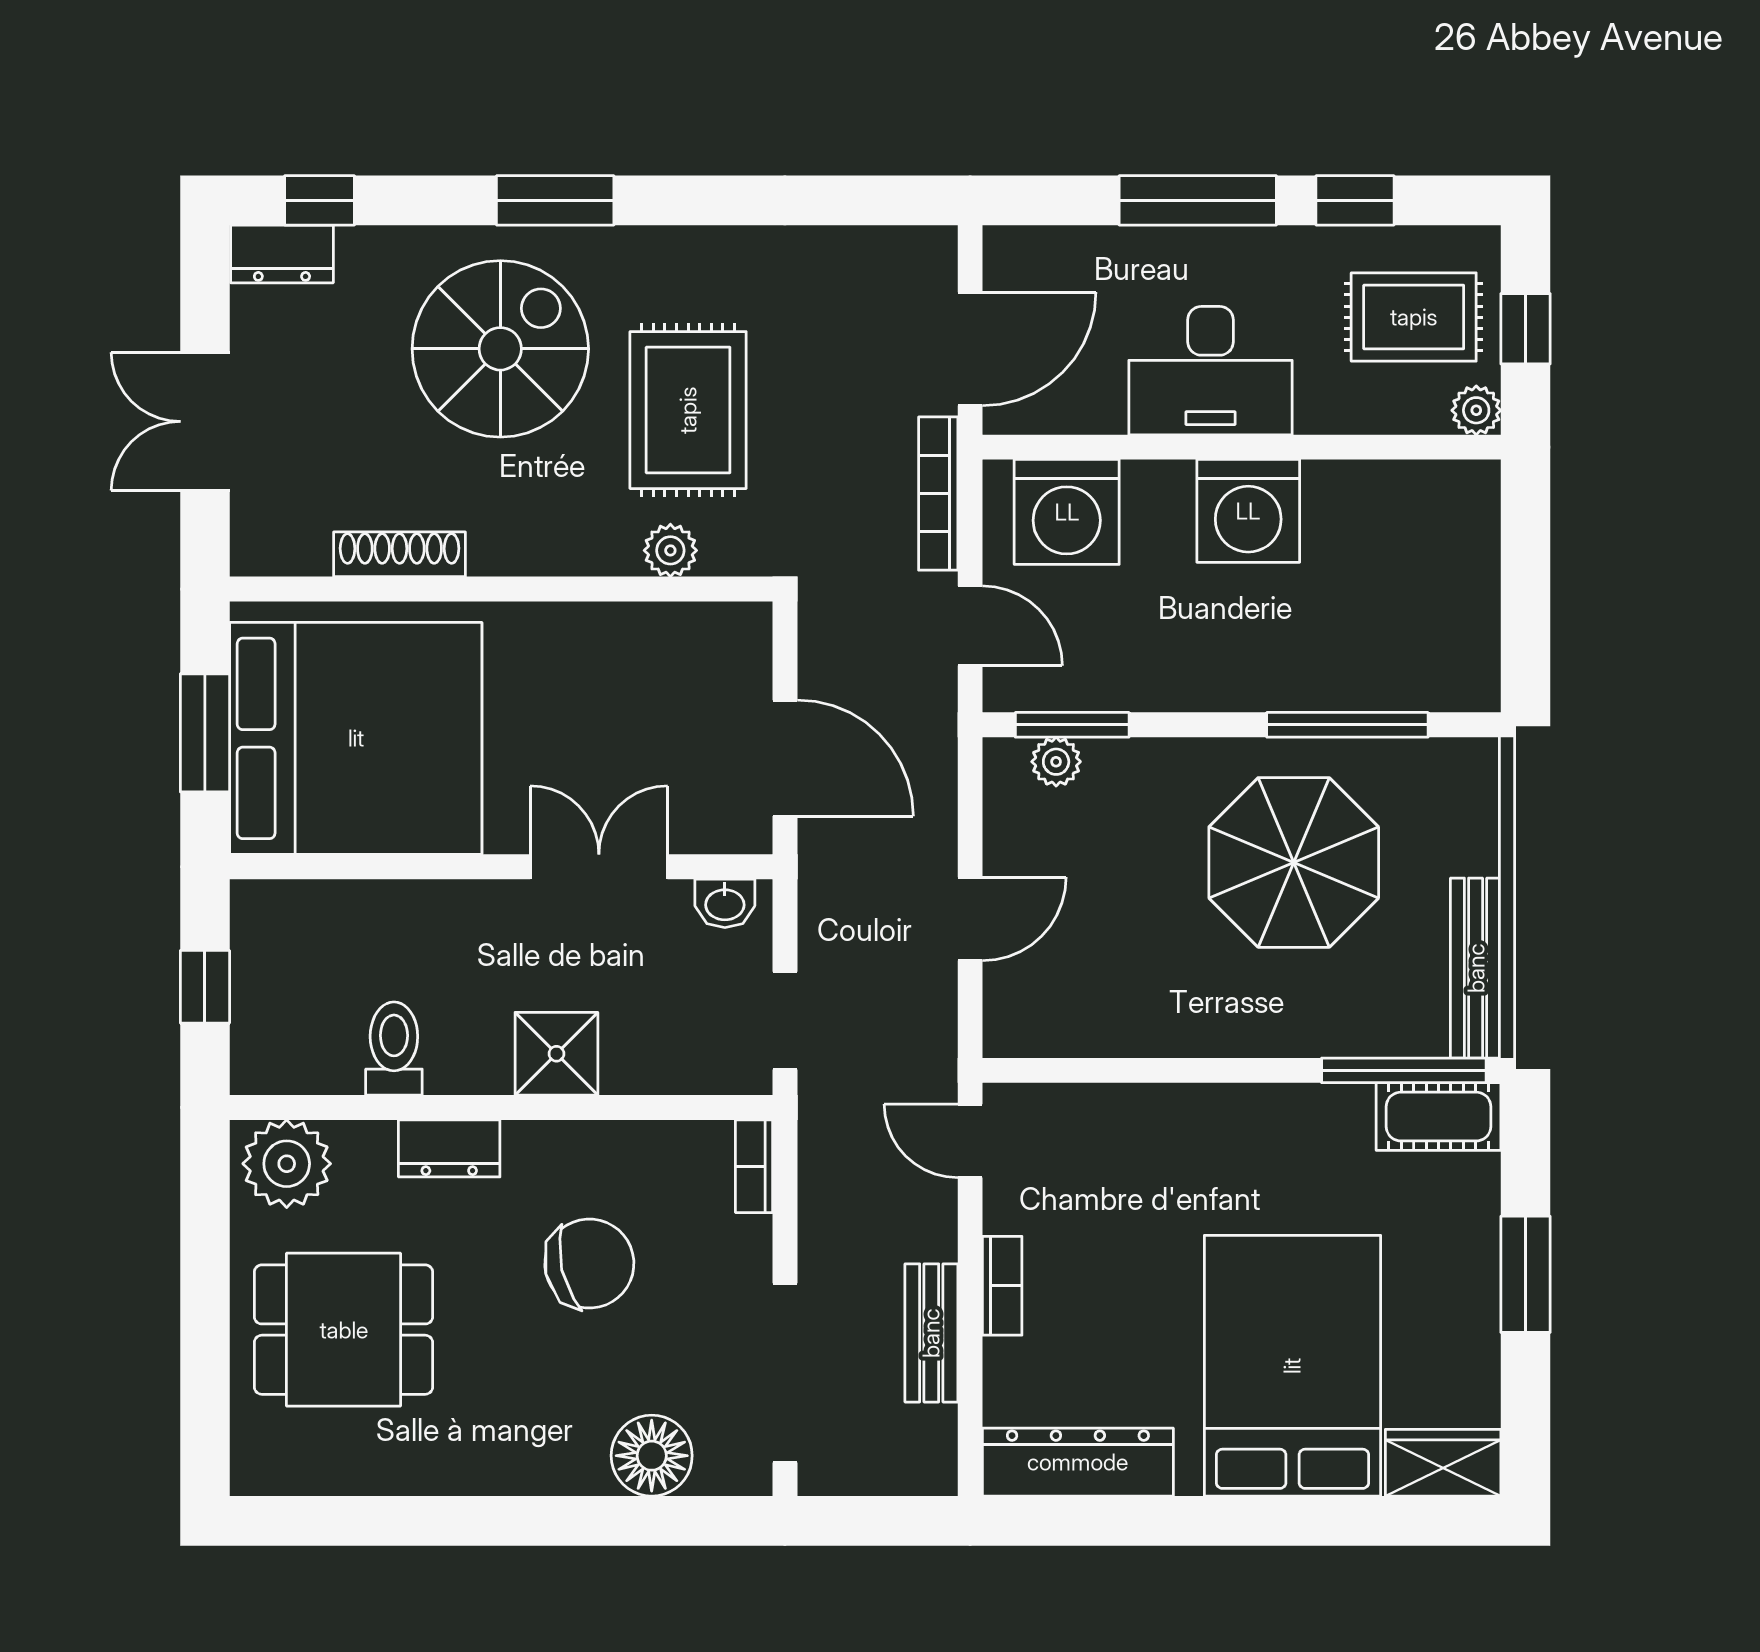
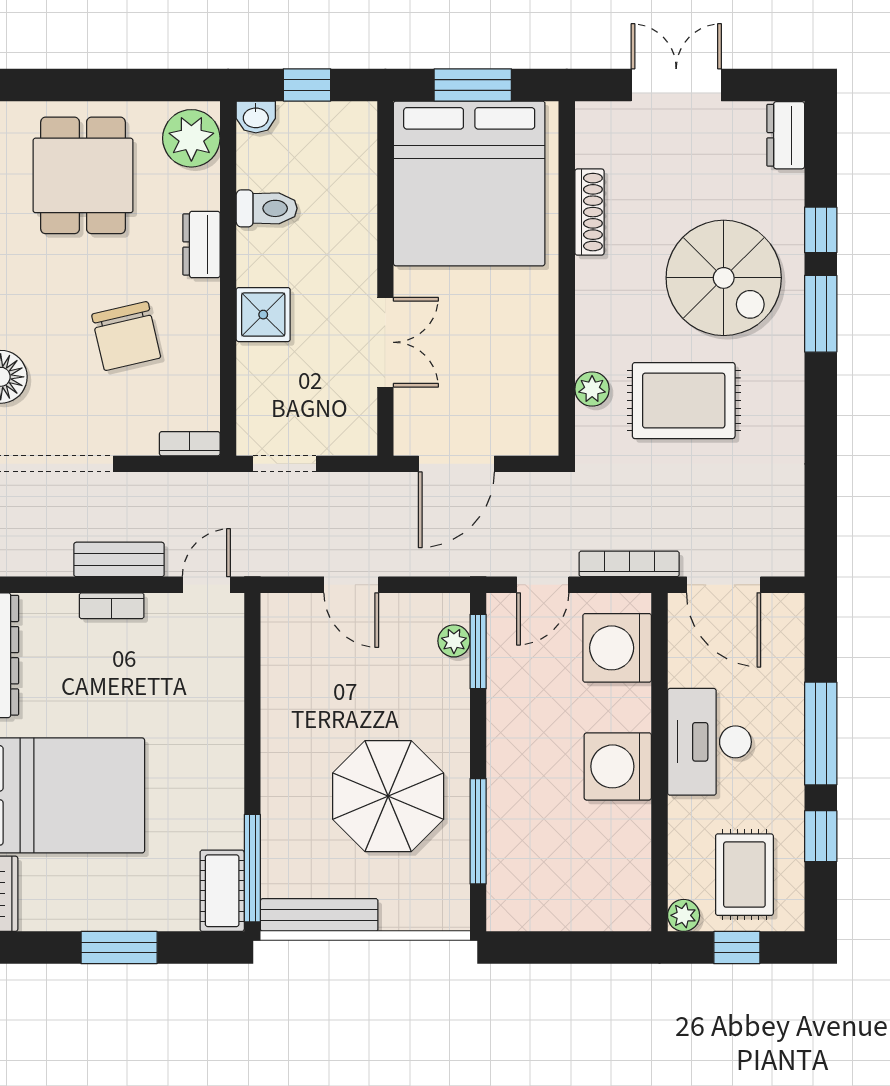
window: (319, 200) -> (821, 230), moved
washbasin: (725, 903) -> (256, 117), moved, turned -90
bench: (931, 1333) -> (119, 559), moved

